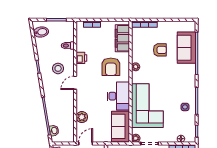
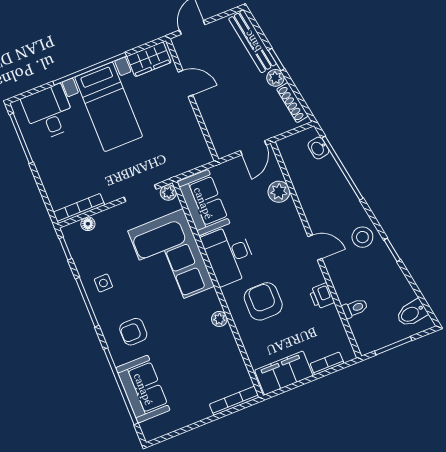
filing cabinet: (122, 38) -> (284, 373), moved, turned -90
armchair: (160, 50) -> (133, 332), moved
stool: (58, 68) -> (362, 237), moved
door: (75, 83) -> (315, 248), hinge flipped

